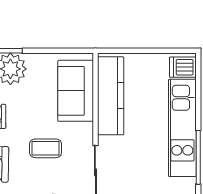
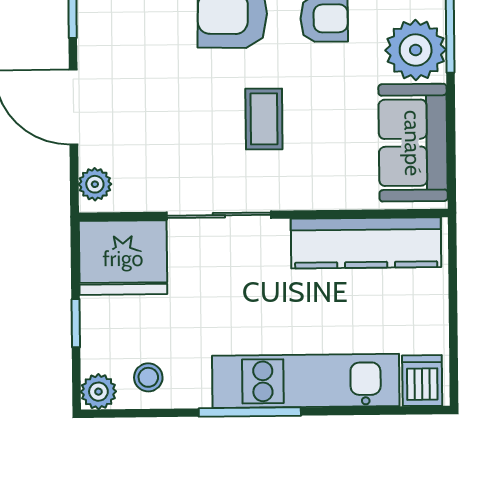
sofa: (76, 91) -> (413, 143), moved, turned -90

